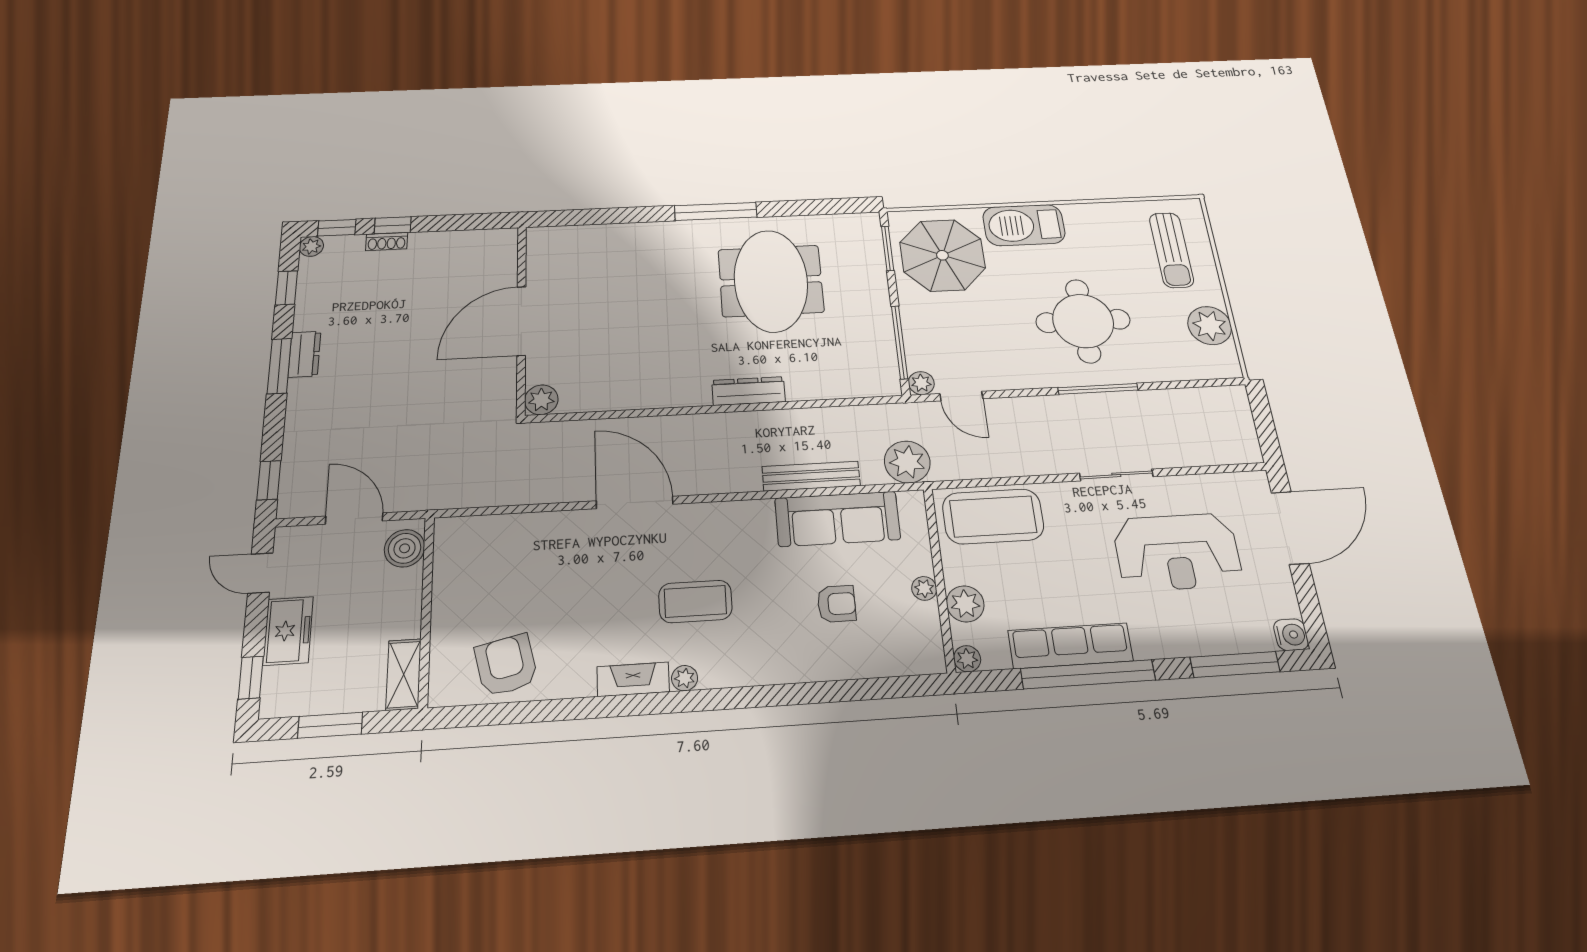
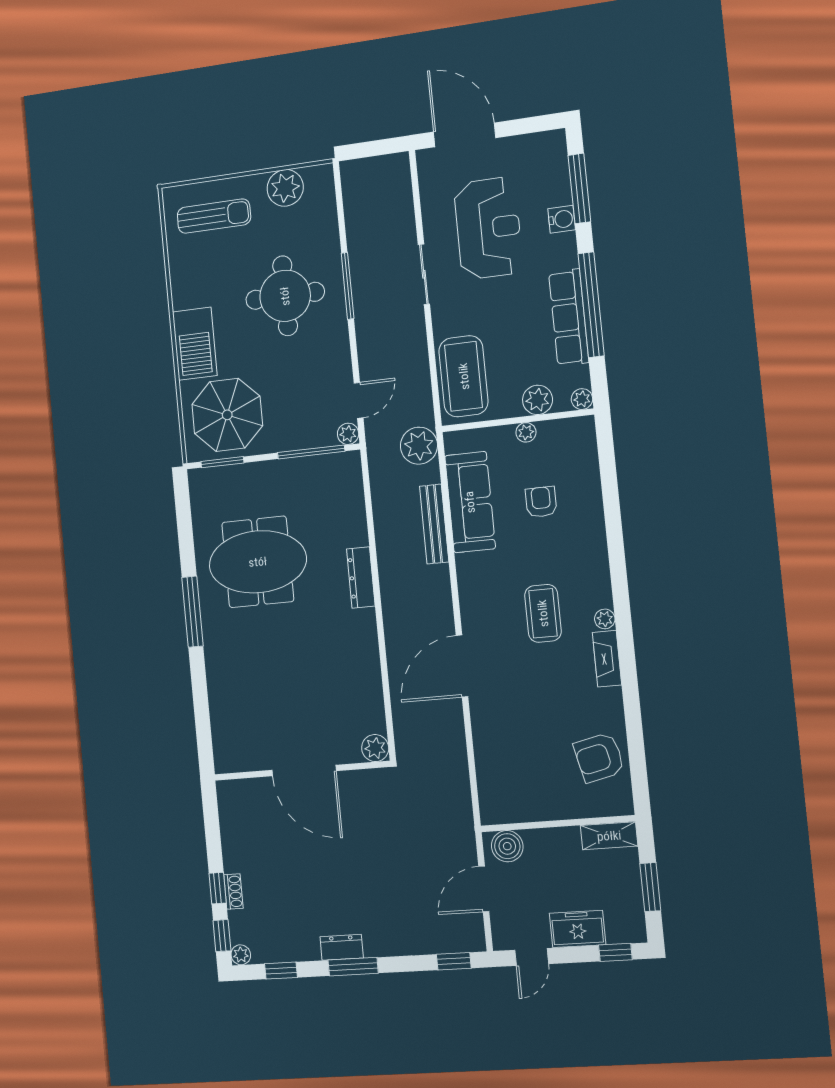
water cooler: (1291, 635) -> (562, 219), moved, turned 90

